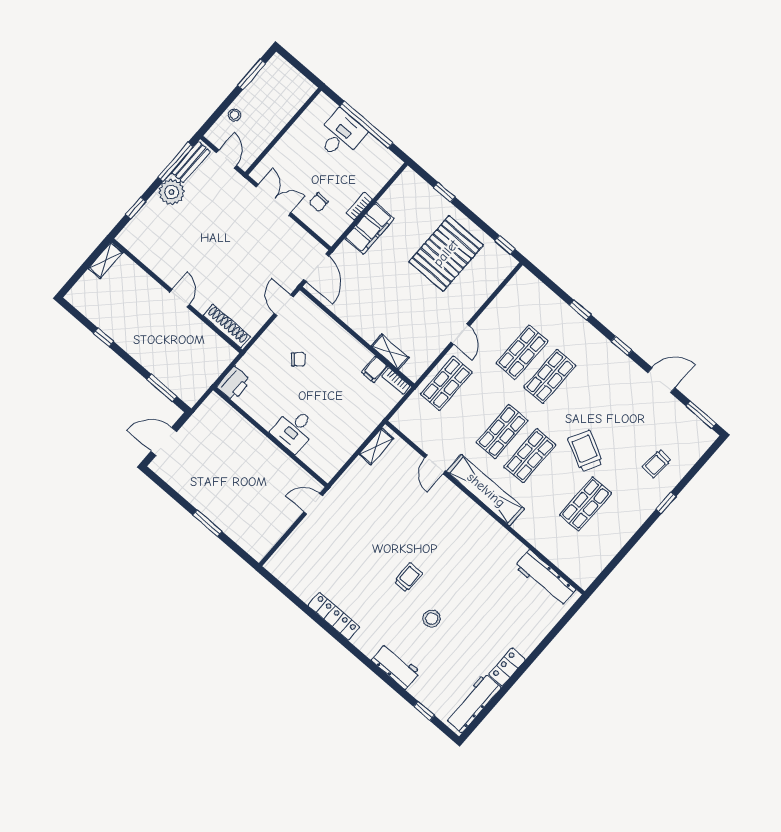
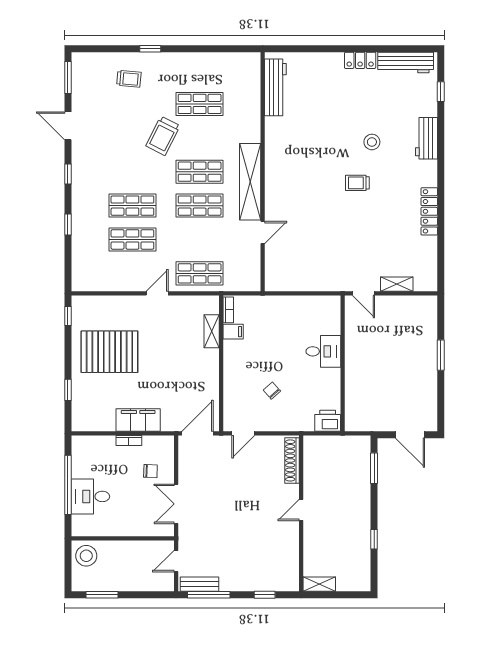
stool: (234, 115) -> (86, 556), moved, width x1.89, depth x1.89
plant: (172, 192) -> (232, 579), removed
shelving: (376, 446) -> (397, 284), moved

